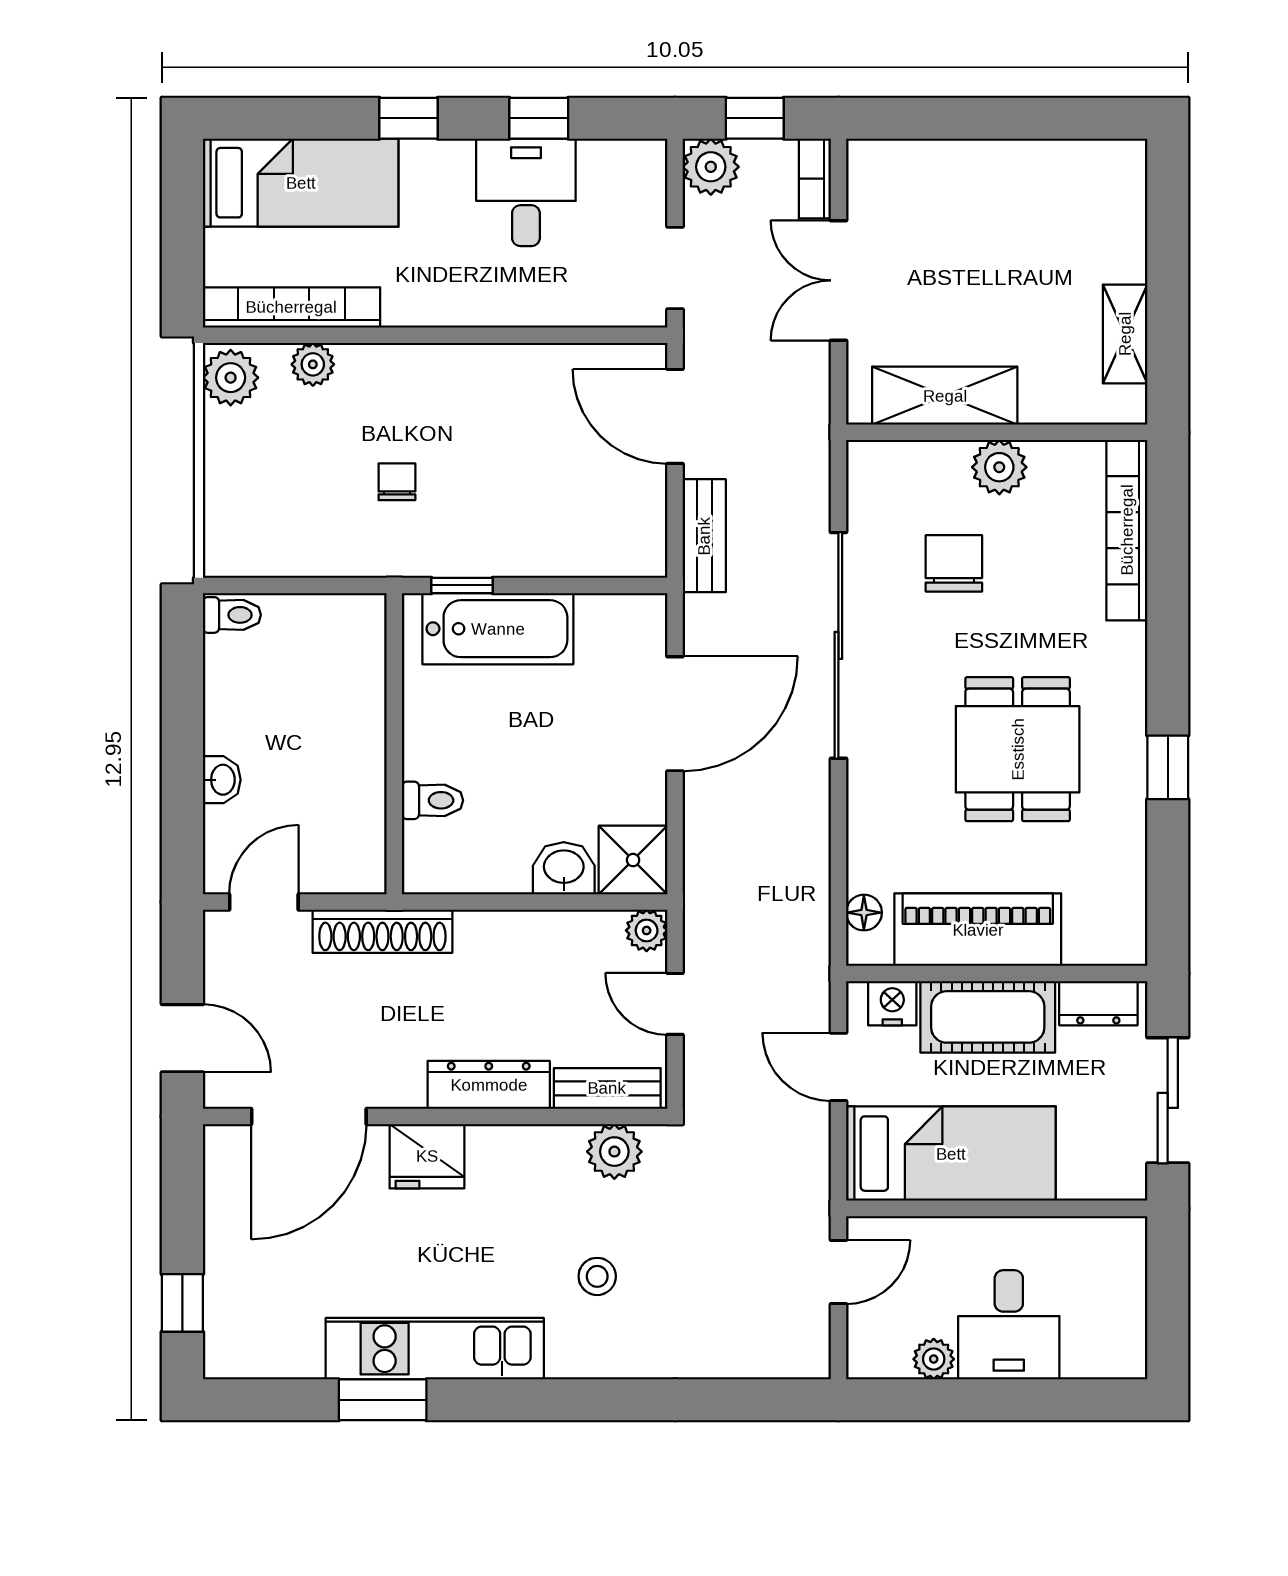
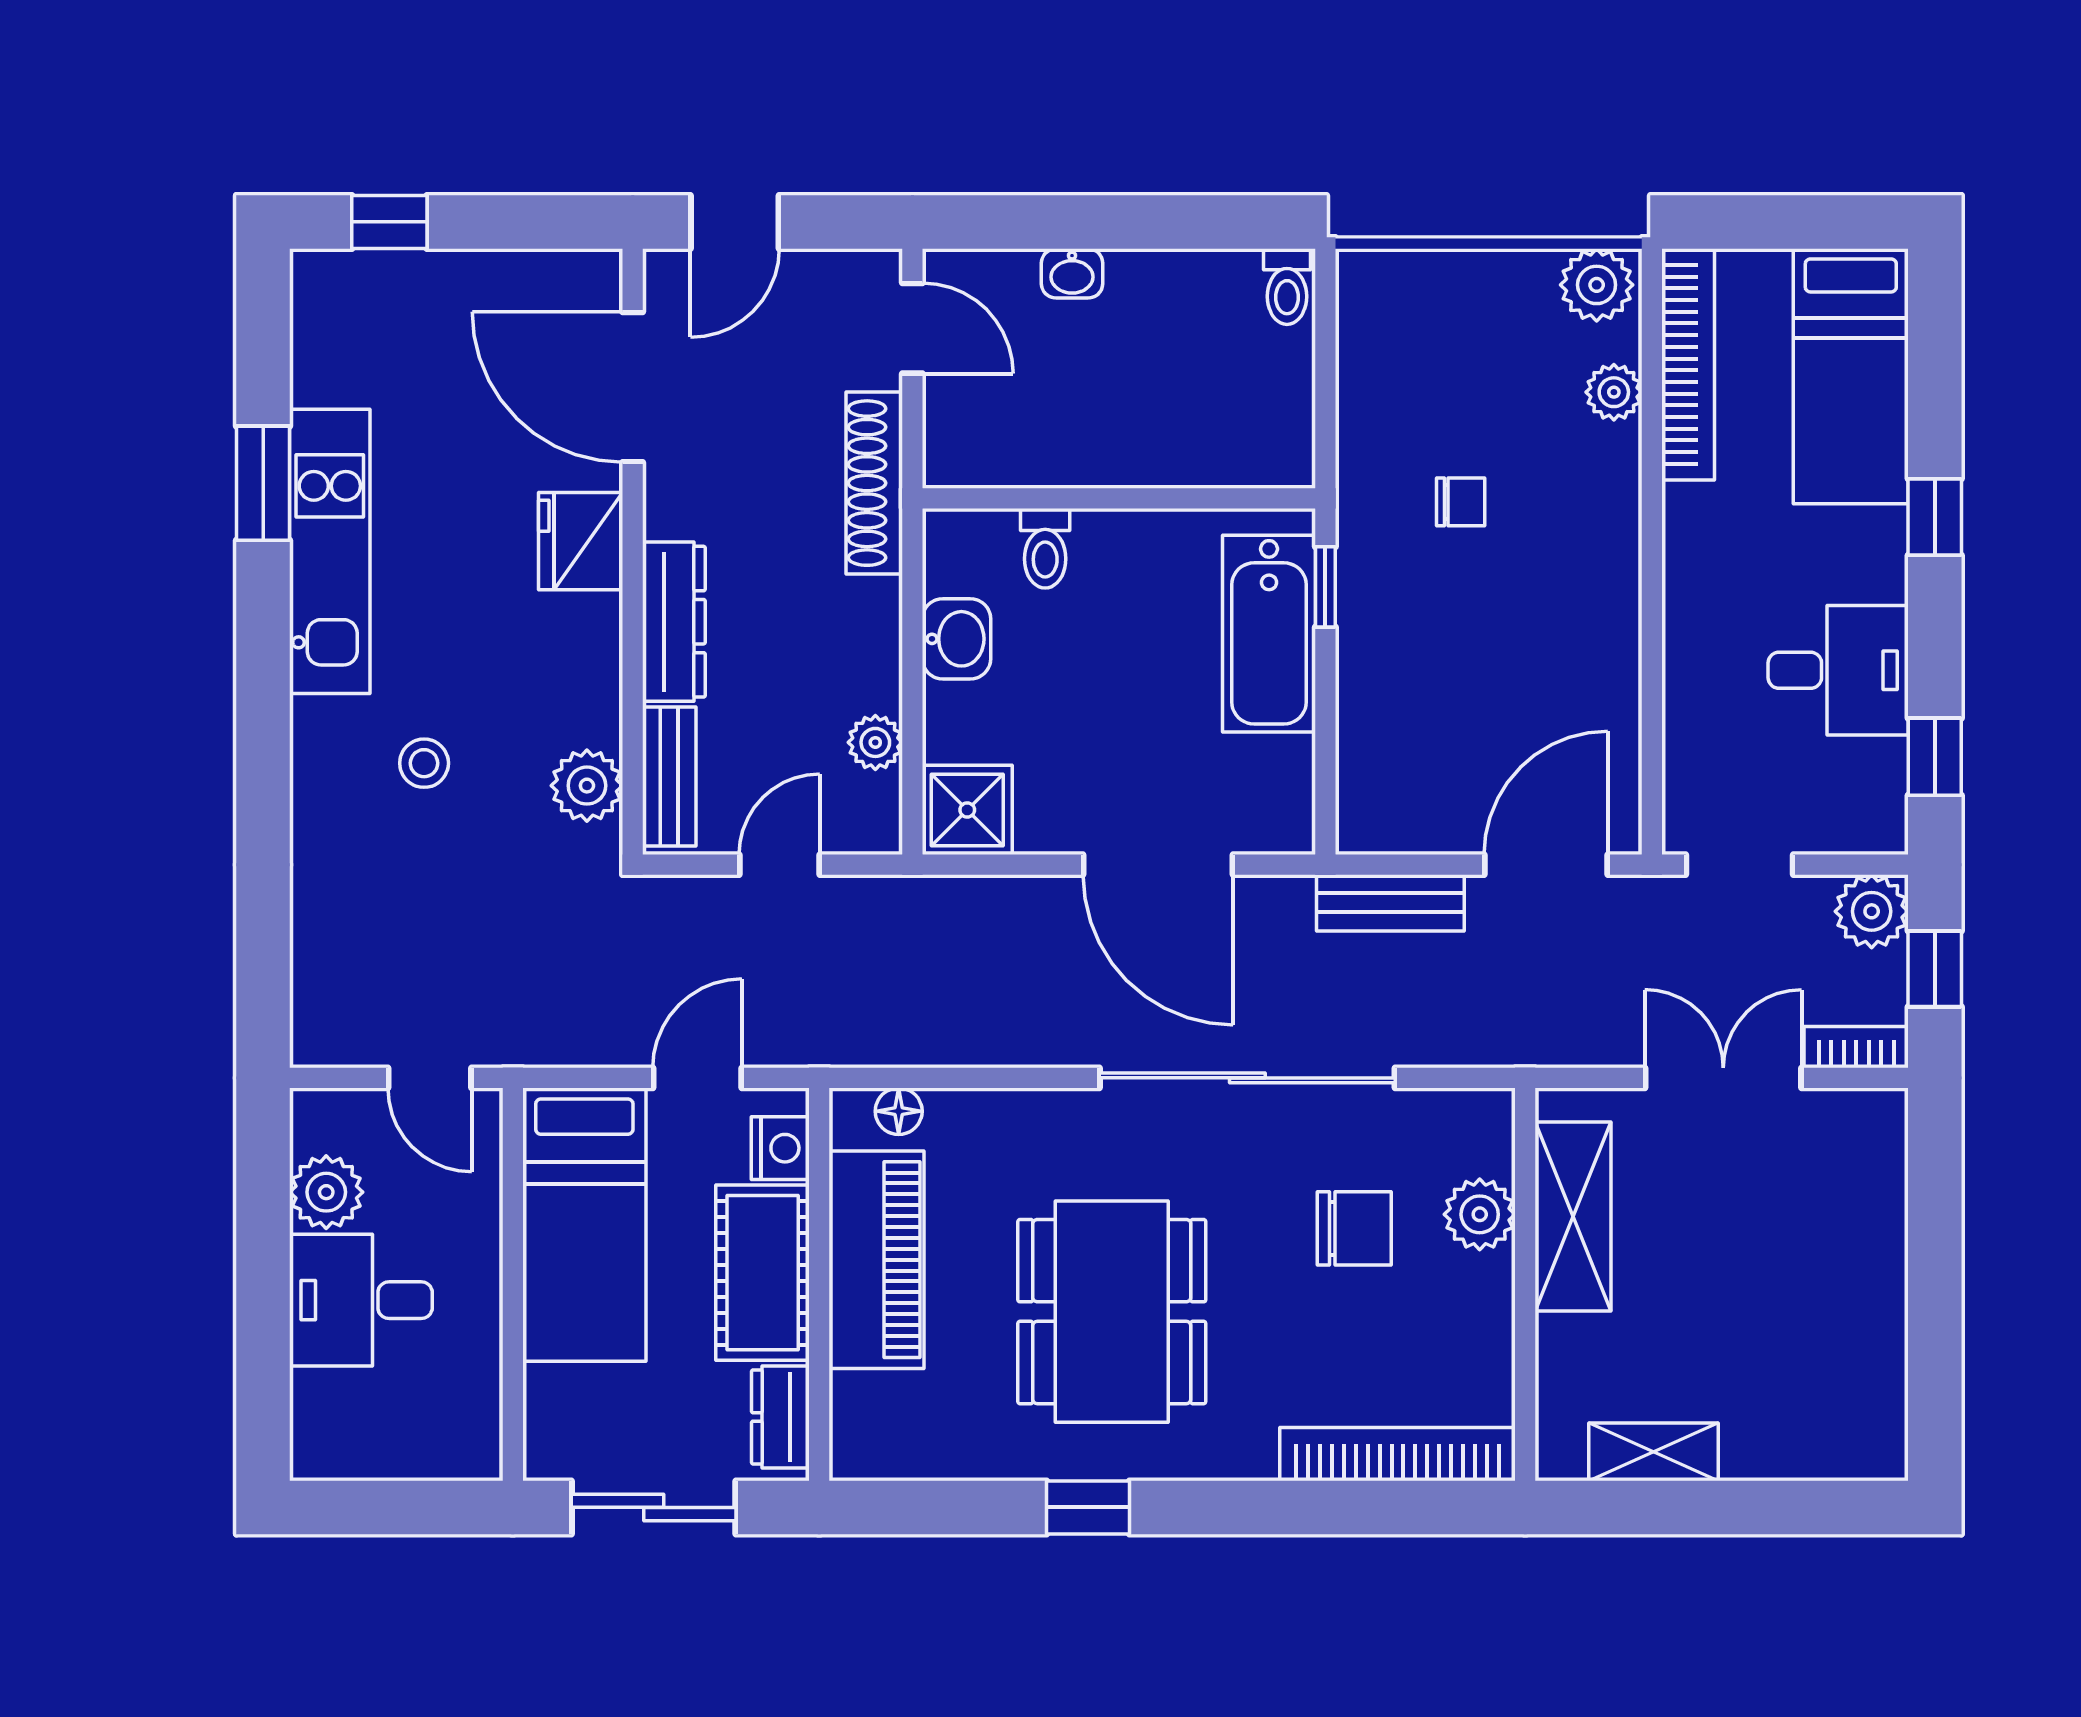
window: (539, 118) -> (1935, 757), moved
plant: (999, 467) -> (1480, 1214), moved
dining table: (1018, 749) -> (1112, 1312), width x1.38
washbasin: (564, 868) -> (957, 639), moved
plant: (647, 930) -> (875, 742), moved
plant: (934, 1359) -> (326, 1192), width x1.38, depth x1.38

